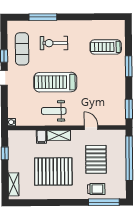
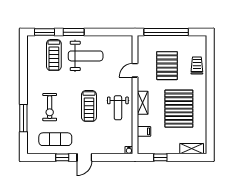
weight bench: (105, 78) -> (86, 56), added
treadmill: (55, 82) -> (89, 106), width x0.73, depth x0.73
window: (129, 109) -> (44, 32), moved
filing cabinet: (41, 137) -> (144, 131), moved
pallet: (96, 159) -> (167, 66), turned 90
window: (104, 202) -> (210, 58), removed

